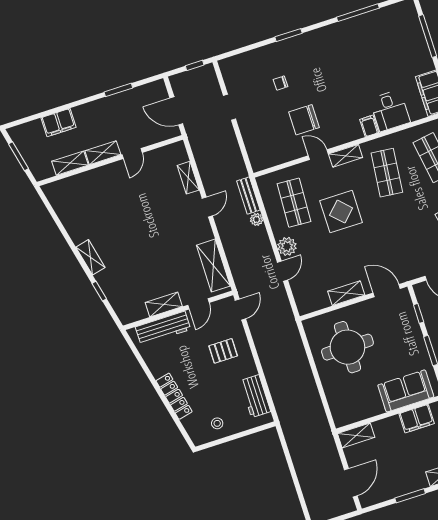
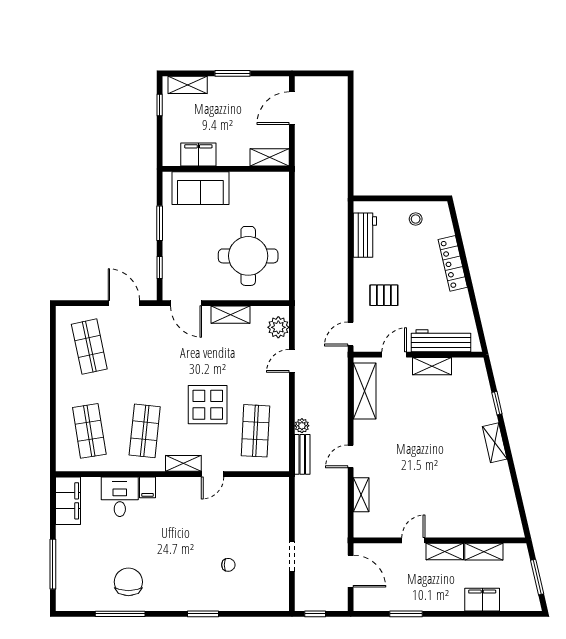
chair: (304, 120) -> (128, 582), moved, turned -90
door: (318, 155) -> (213, 474), hinge flipped
plant: (287, 246) -> (278, 327), moved

